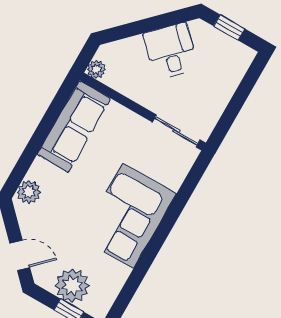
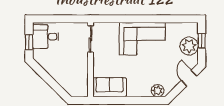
desk: (171, 51) -> (46, 37), moved, turned 45
plant: (96, 69) -> (83, 92), removed
sofa: (74, 127) -> (110, 87), width x0.73

